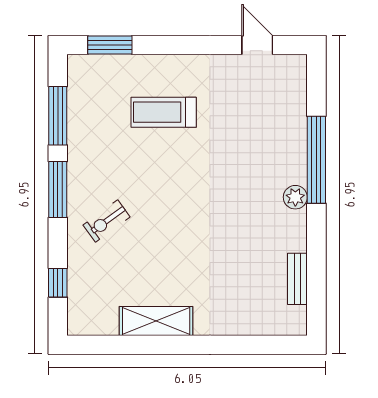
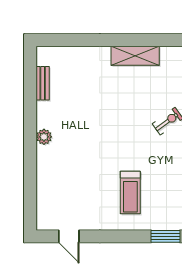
treadmill: (164, 112) -> (130, 193), turned 90
window: (316, 160) -> (30, 161), removed

